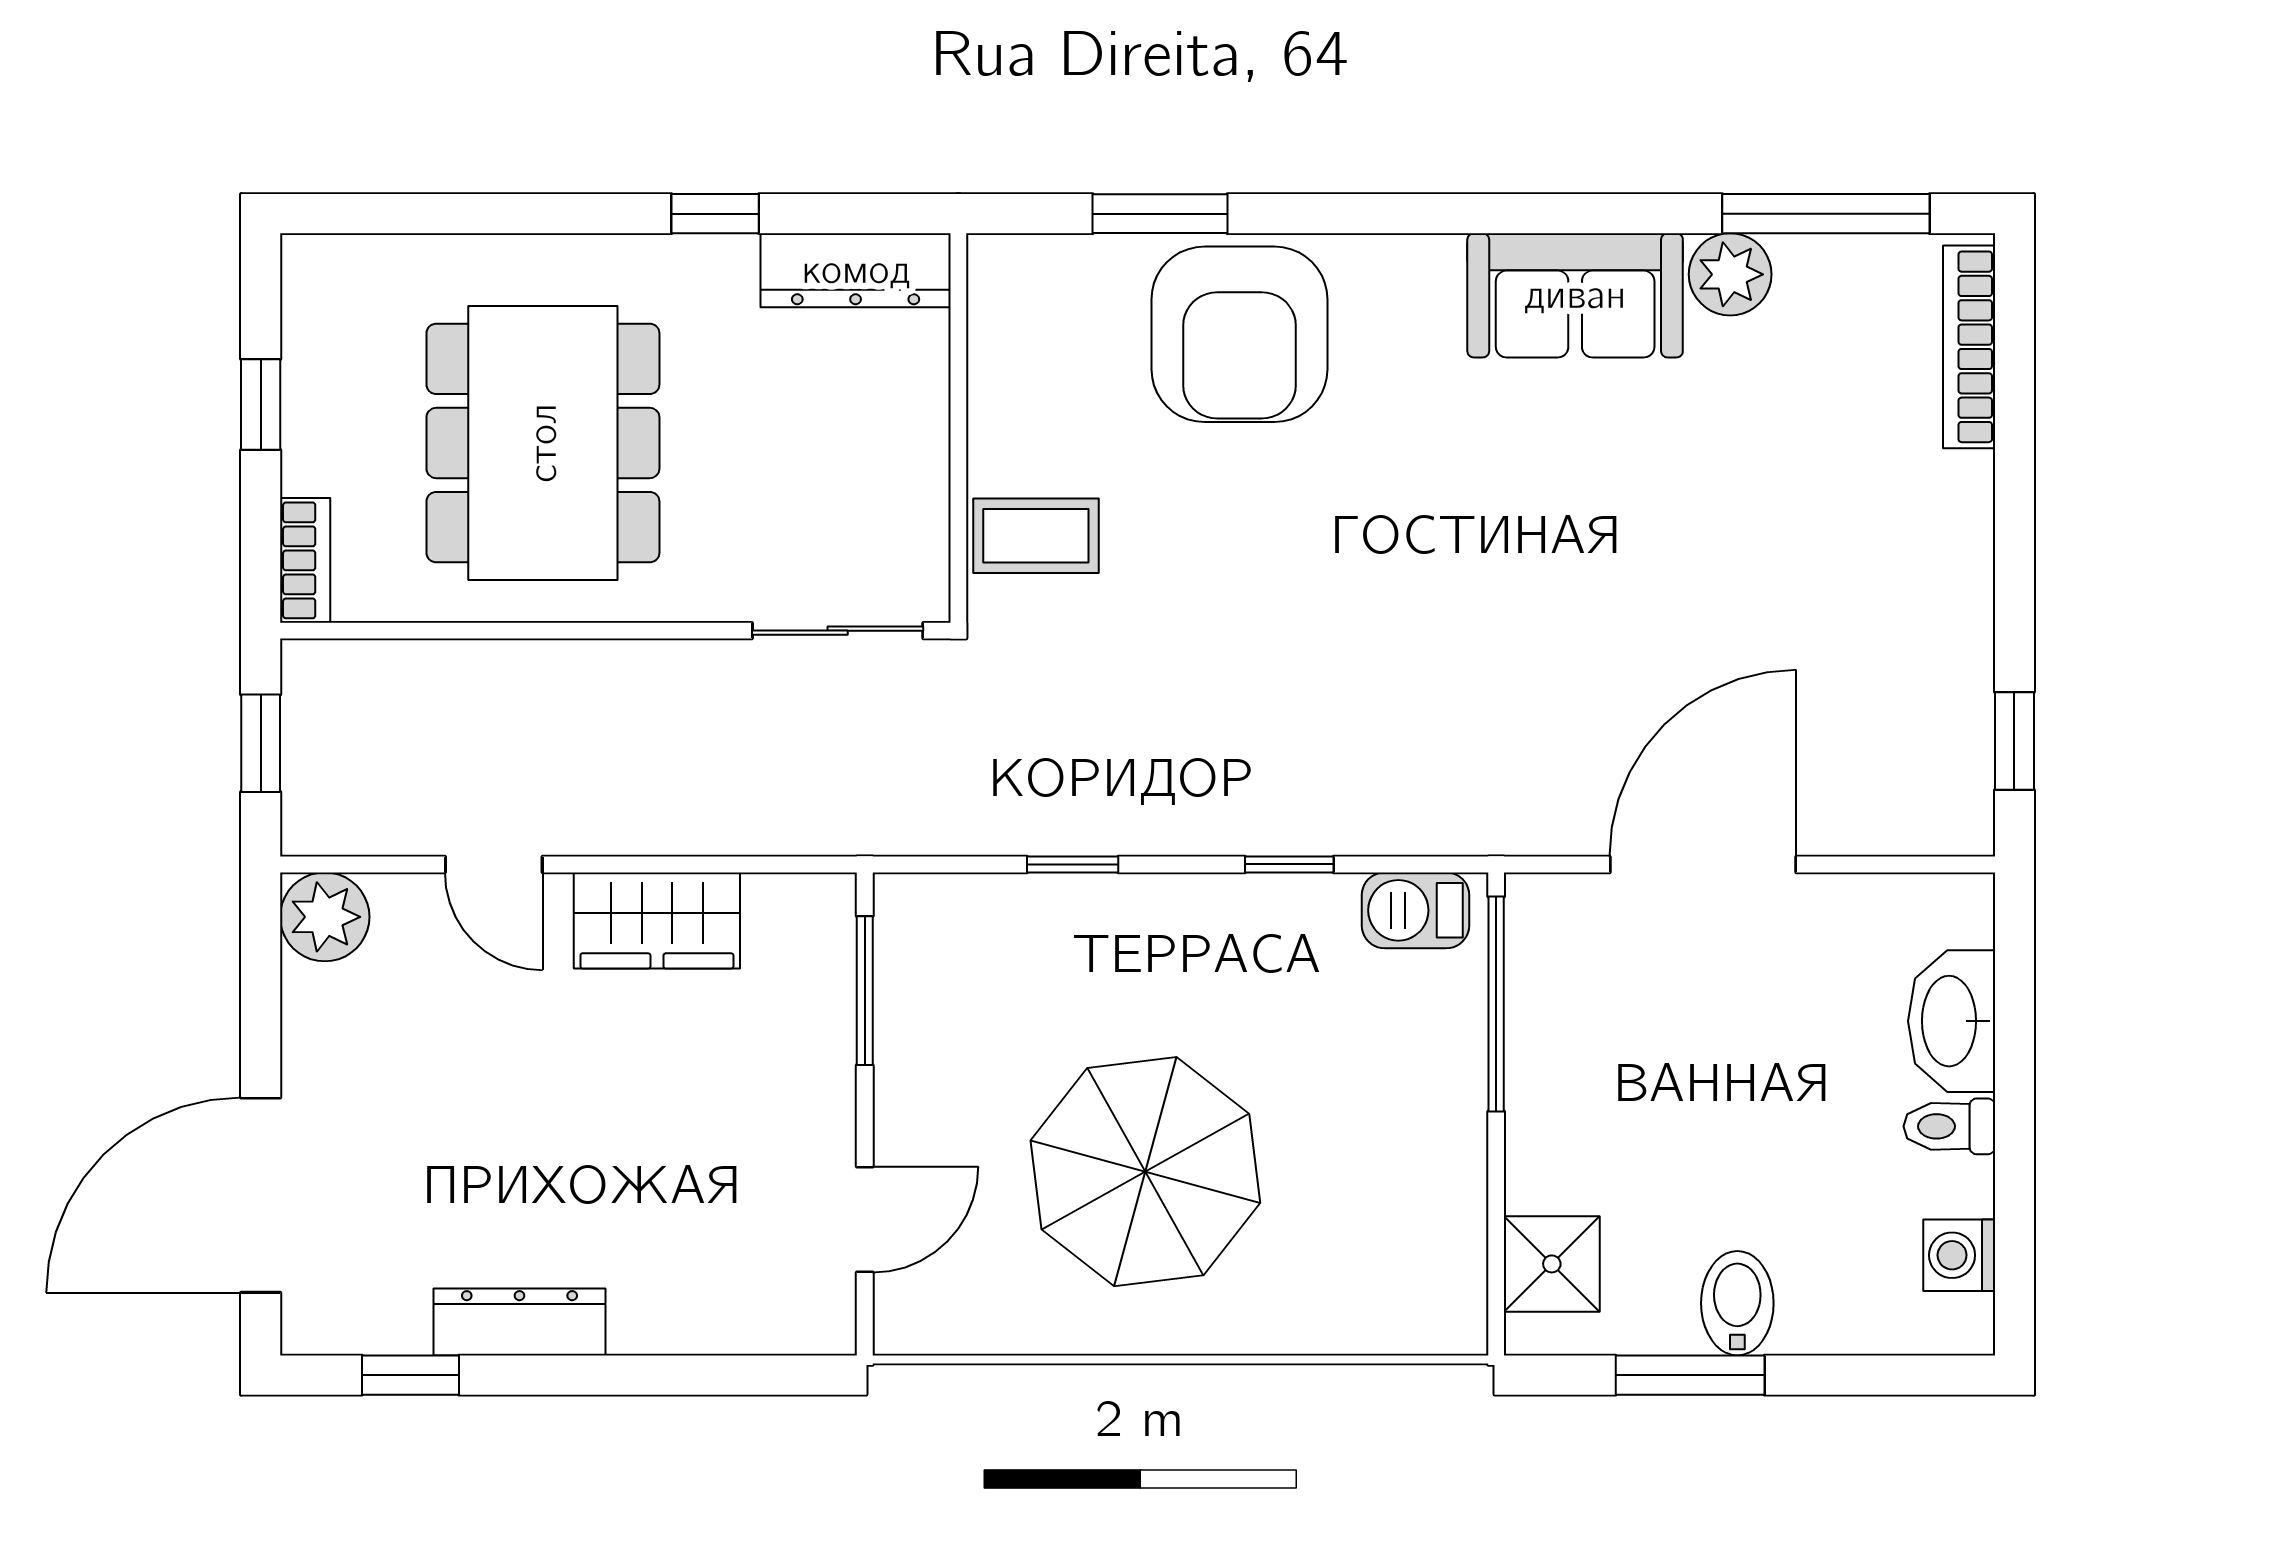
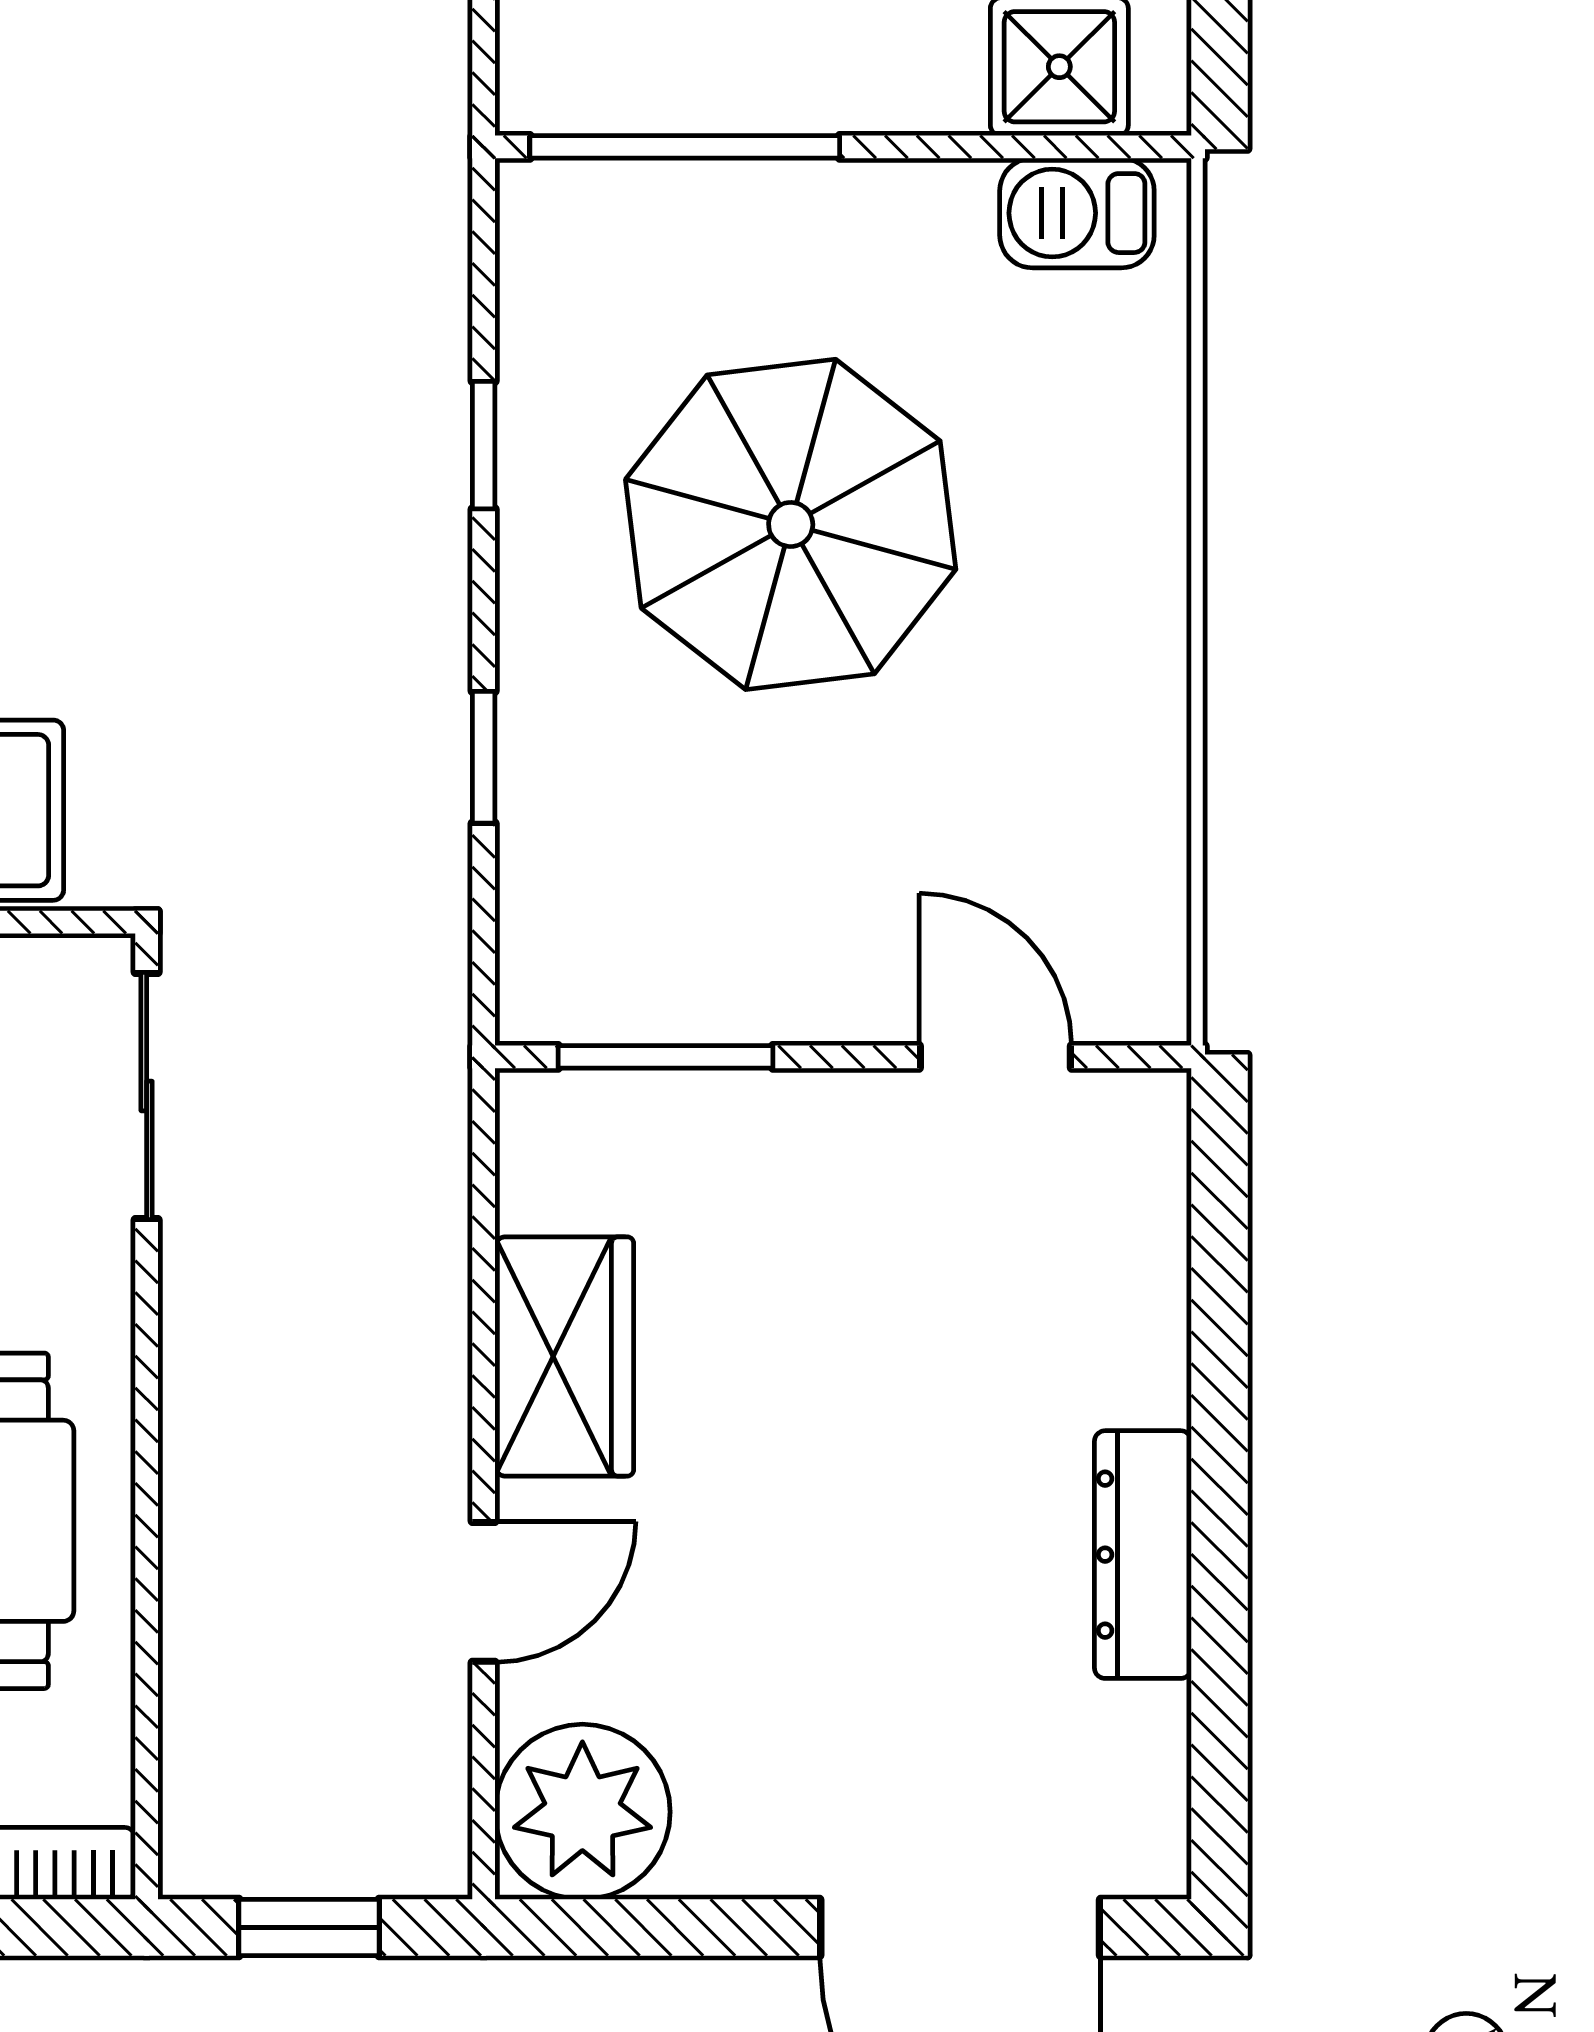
barbecue: (1415, 910) -> (1077, 213), moved, turned 90
plant: (325, 917) -> (582, 1812), width x1.36, depth x1.36
parasol: (1145, 1172) -> (791, 524), moved
window: (410, 1375) -> (1219, 1712), removed

